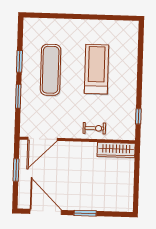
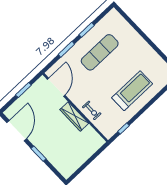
treadmill: (97, 69) -> (132, 91), moved
door: (43, 139) -> (56, 87), swing flipped
wardrobe: (116, 150) -> (74, 116), moved

